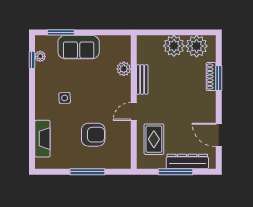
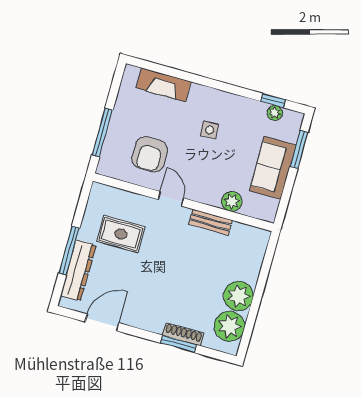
plant: (124, 69) -> (232, 201), moved
bench: (142, 79) -> (211, 222), moved
wall: (134, 102) -> (183, 202), moved
door: (134, 111) -> (171, 199), moved

